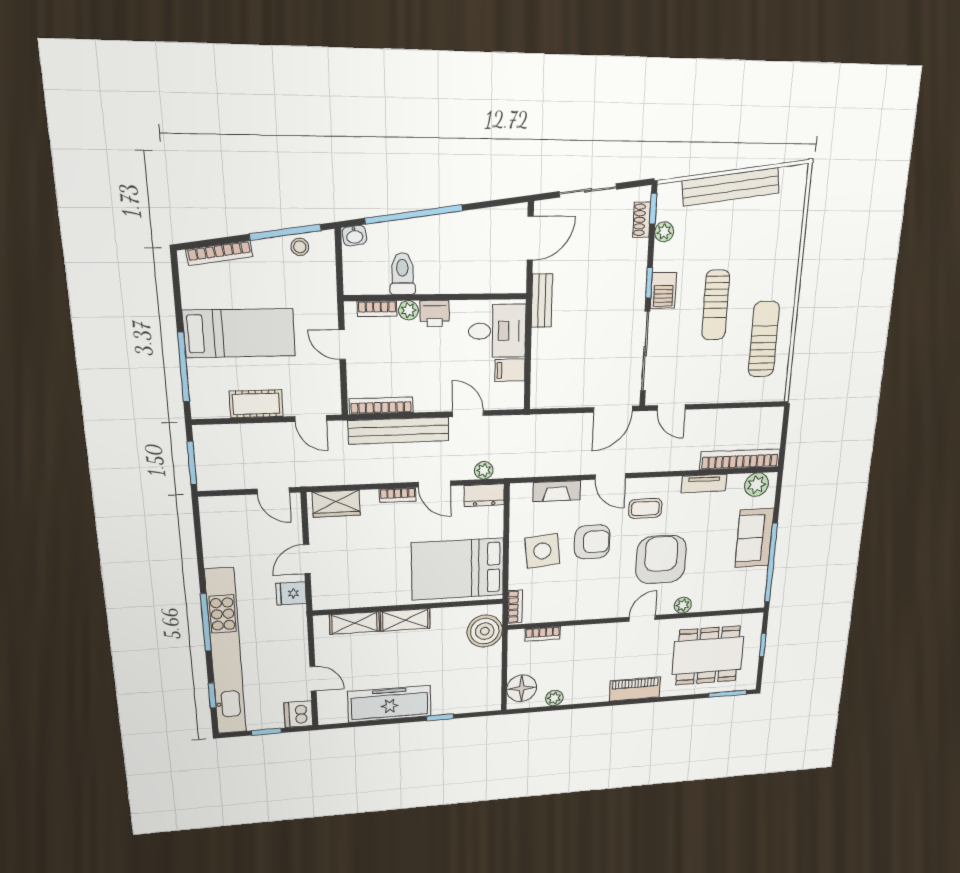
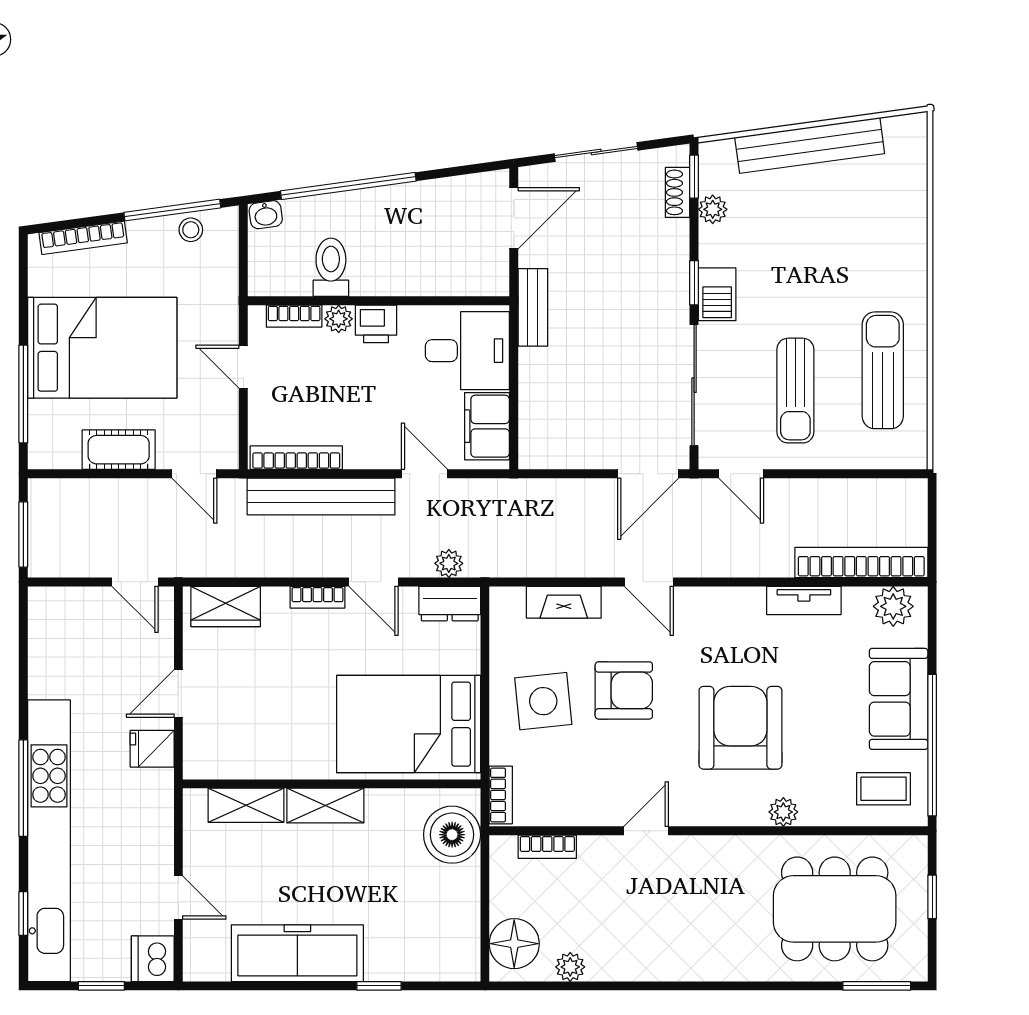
sun lounger: (716, 305) -> (795, 391), moved
bed: (239, 333) -> (102, 348), width x1.50
filing cabinet: (510, 370) -> (487, 426), width x2.00
coffee table: (645, 508) -> (884, 789), moved
door: (642, 618) -> (646, 831), moved
piano: (635, 689) -> (709, 962), removed

